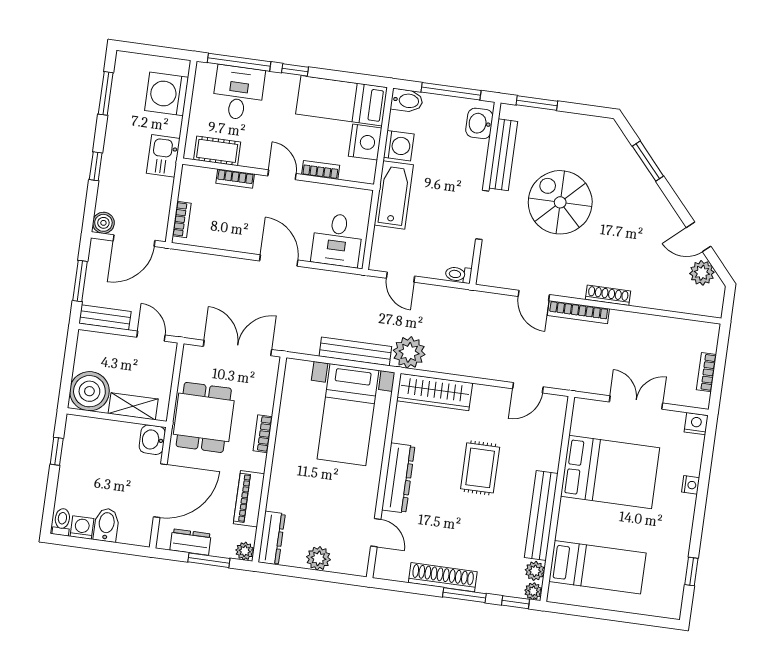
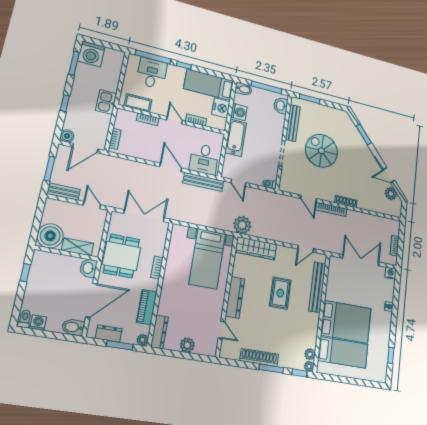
washing machine: (167, 94) -> (91, 54), moved, turned -90
bench: (355, 351) -> (203, 182), moved
double door: (636, 403) -> (361, 260), width x1.37
bed: (610, 472) -> (346, 322), moved
bench: (541, 516) -> (317, 287), moved
bidet: (106, 525) -> (73, 327), moved, turned -90

